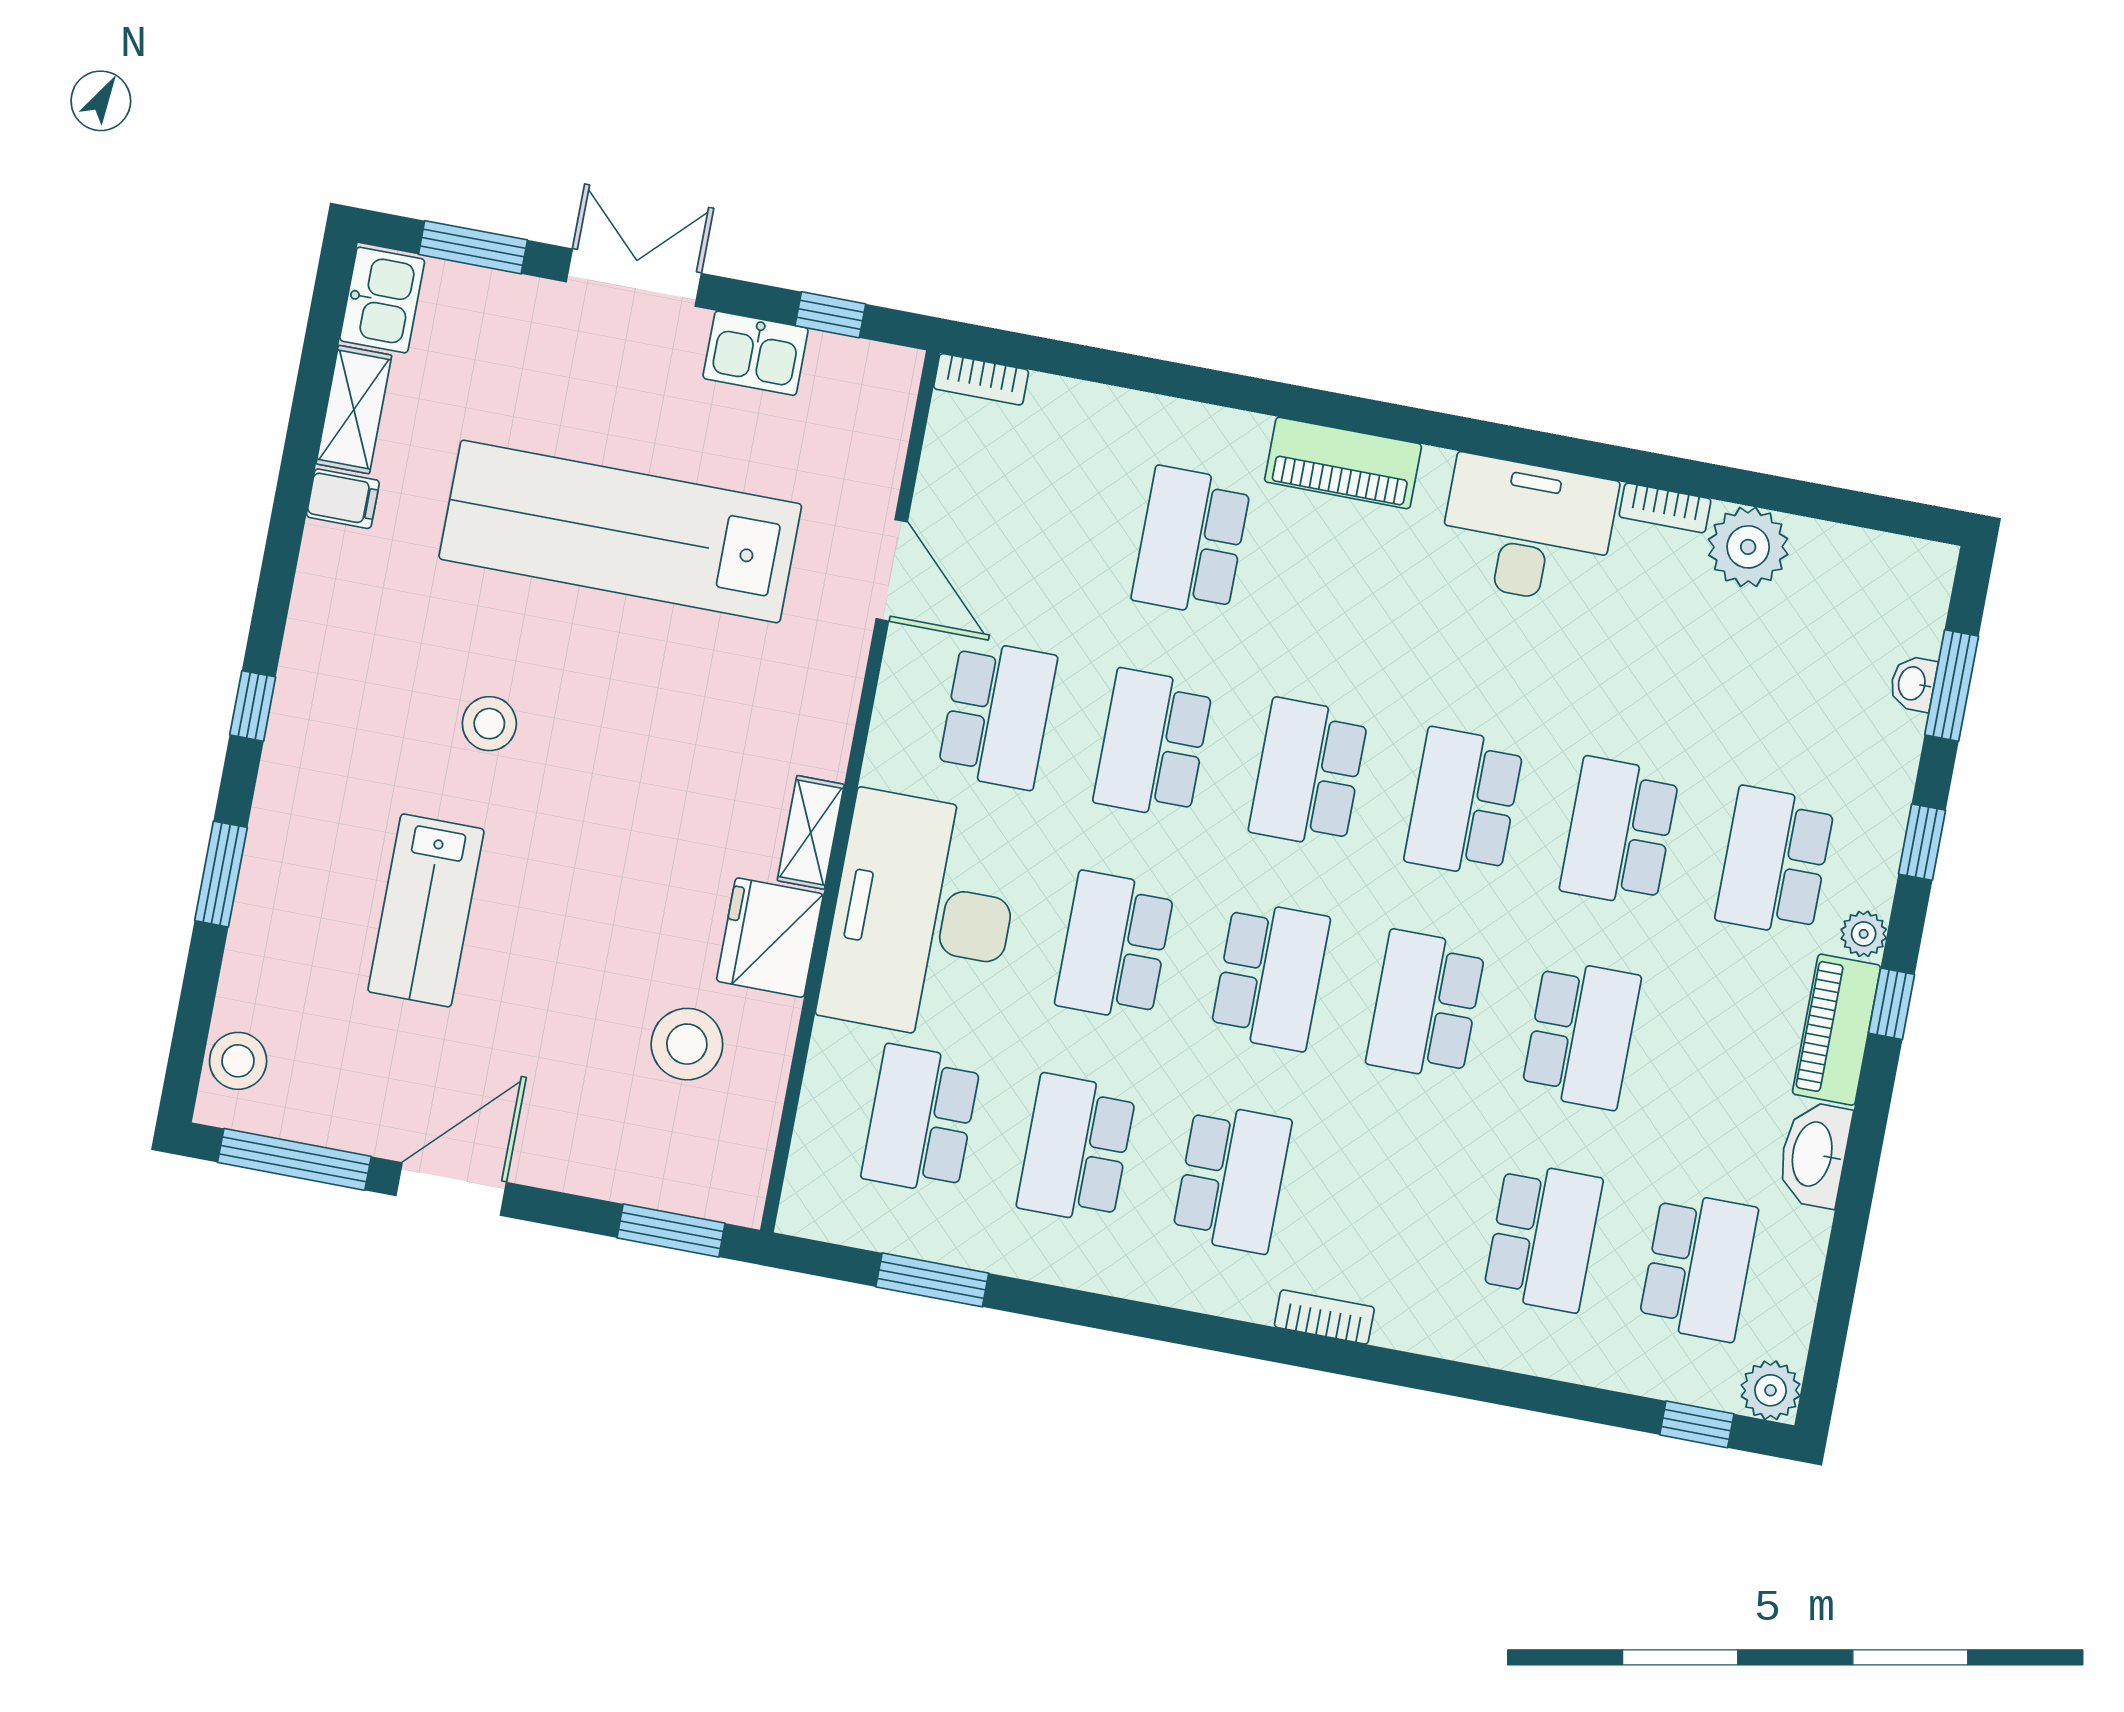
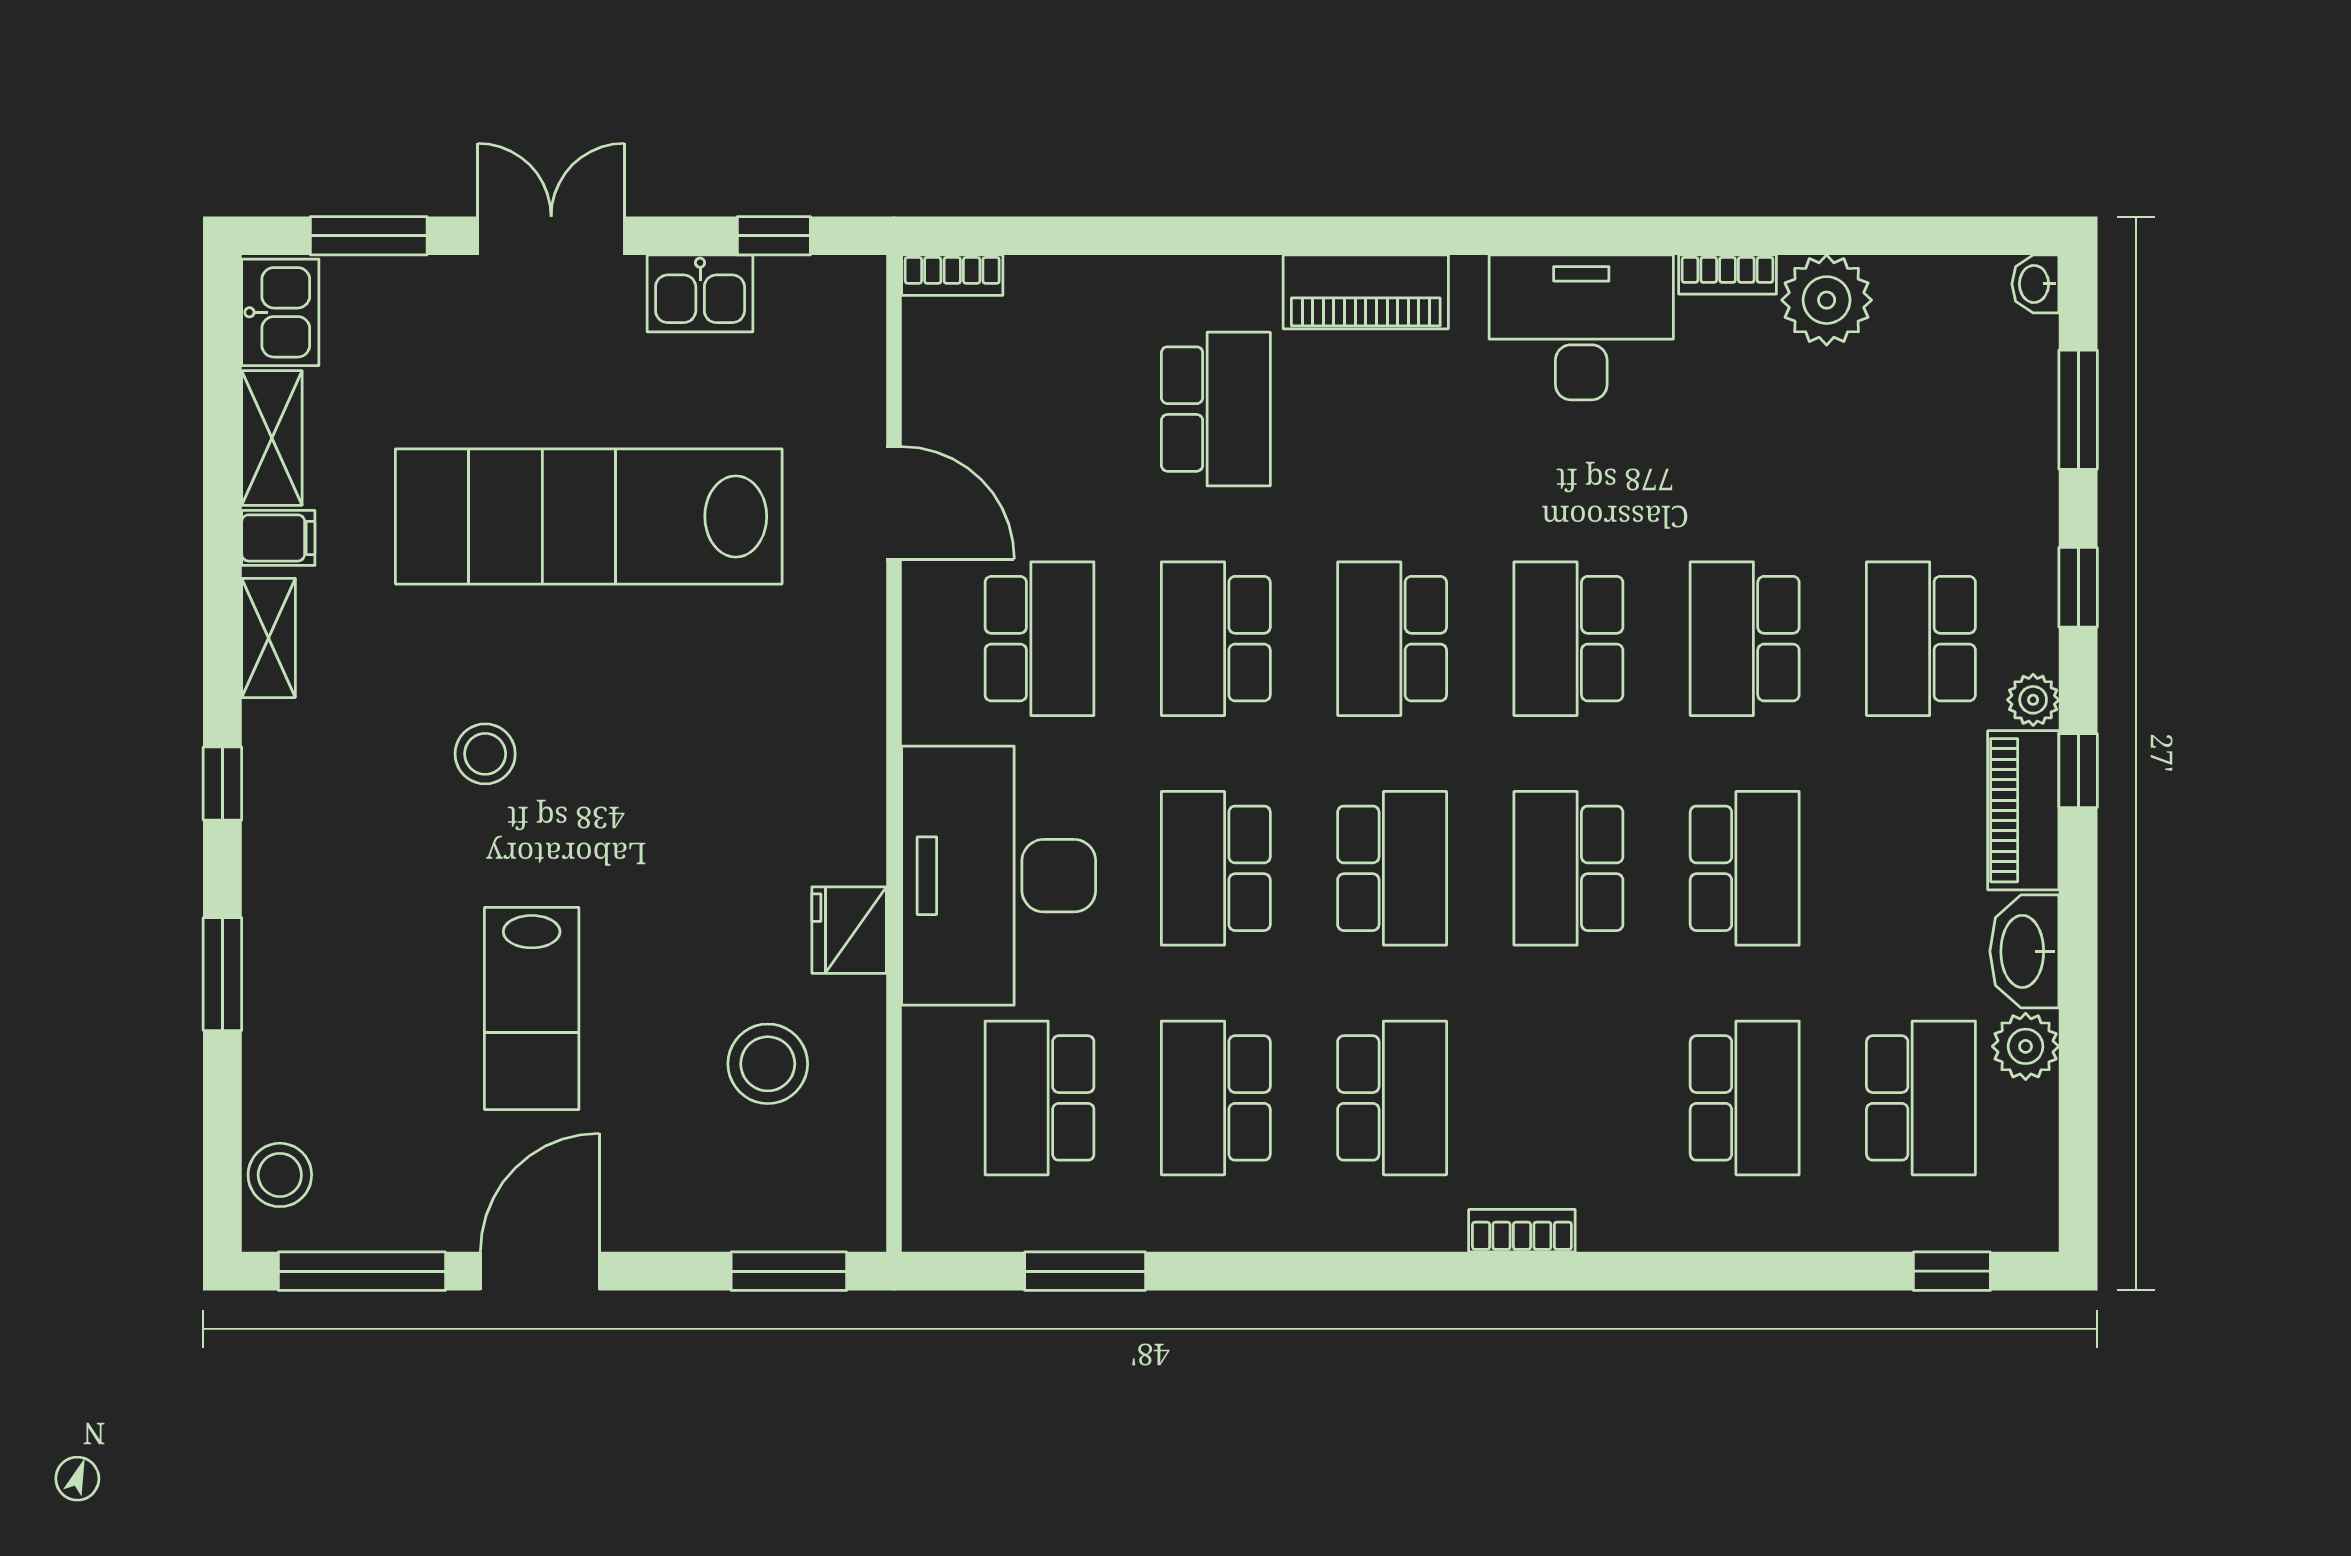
school desk: (1191, 541) -> (1216, 409), turned 180
washbasin: (1913, 684) -> (2035, 284), moved
shelving: (811, 832) -> (269, 638), moved
lab bench: (426, 910) -> (532, 1009), moved
fridge: (770, 938) -> (849, 930), width x0.73, depth x0.75
plant: (1770, 1390) -> (2026, 1046), moved

